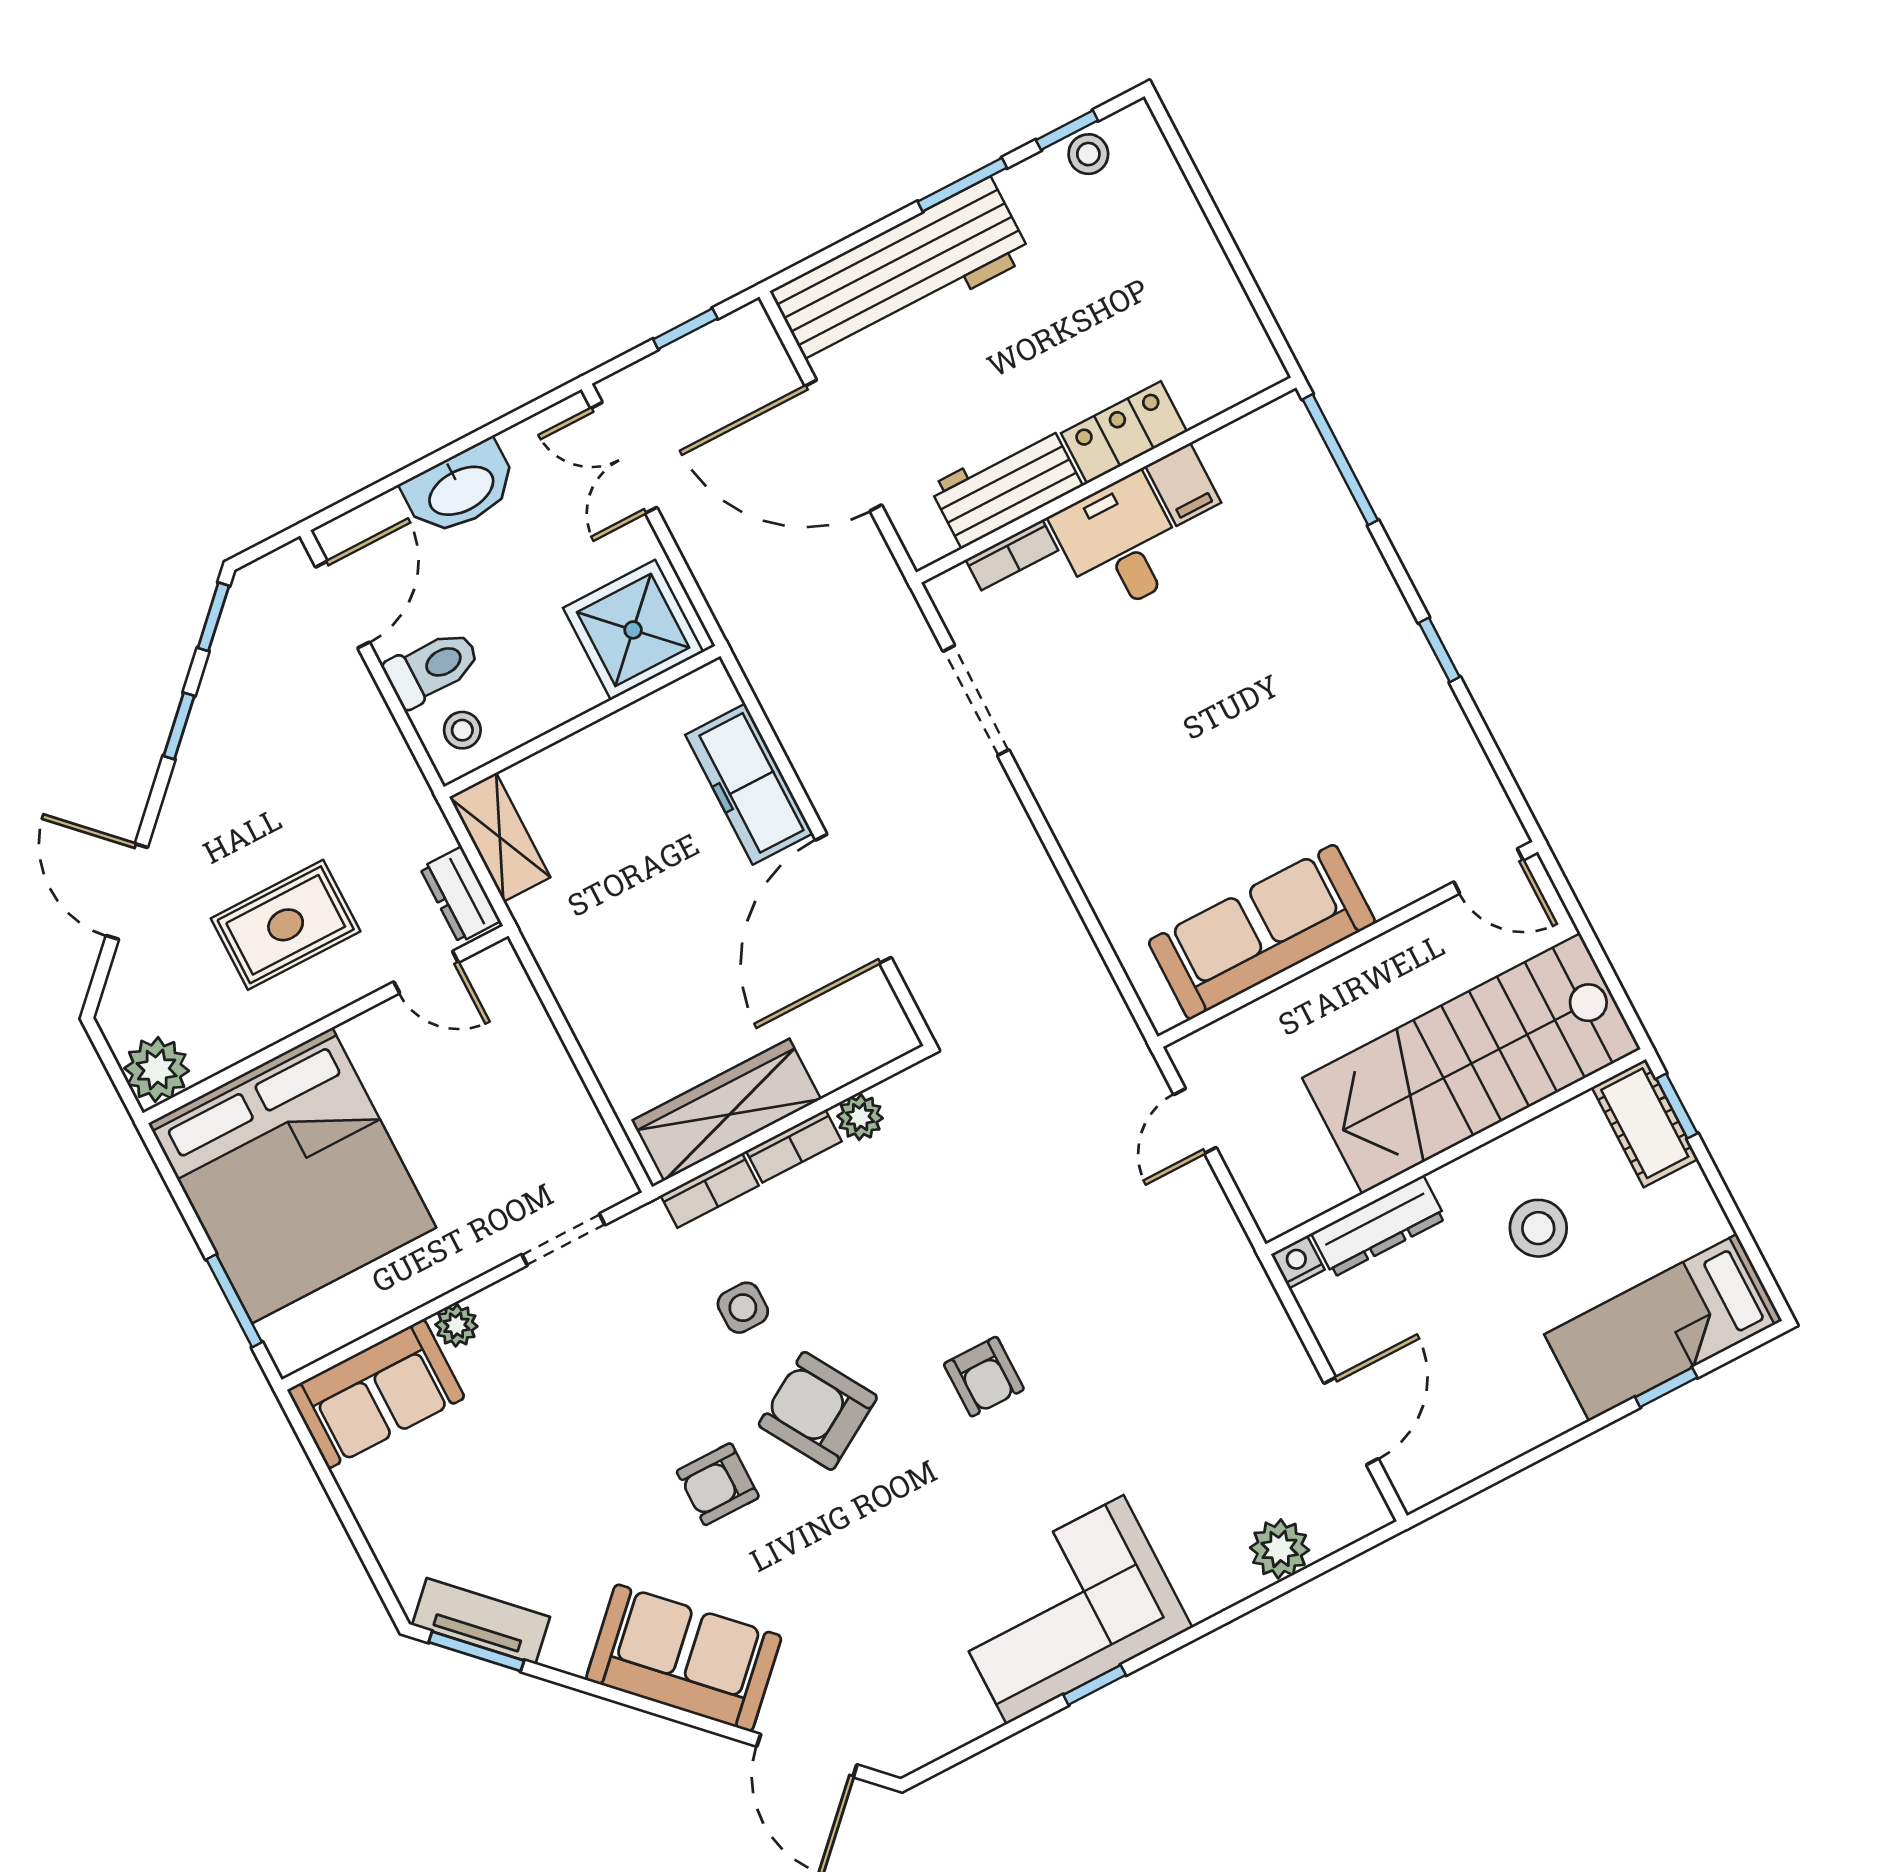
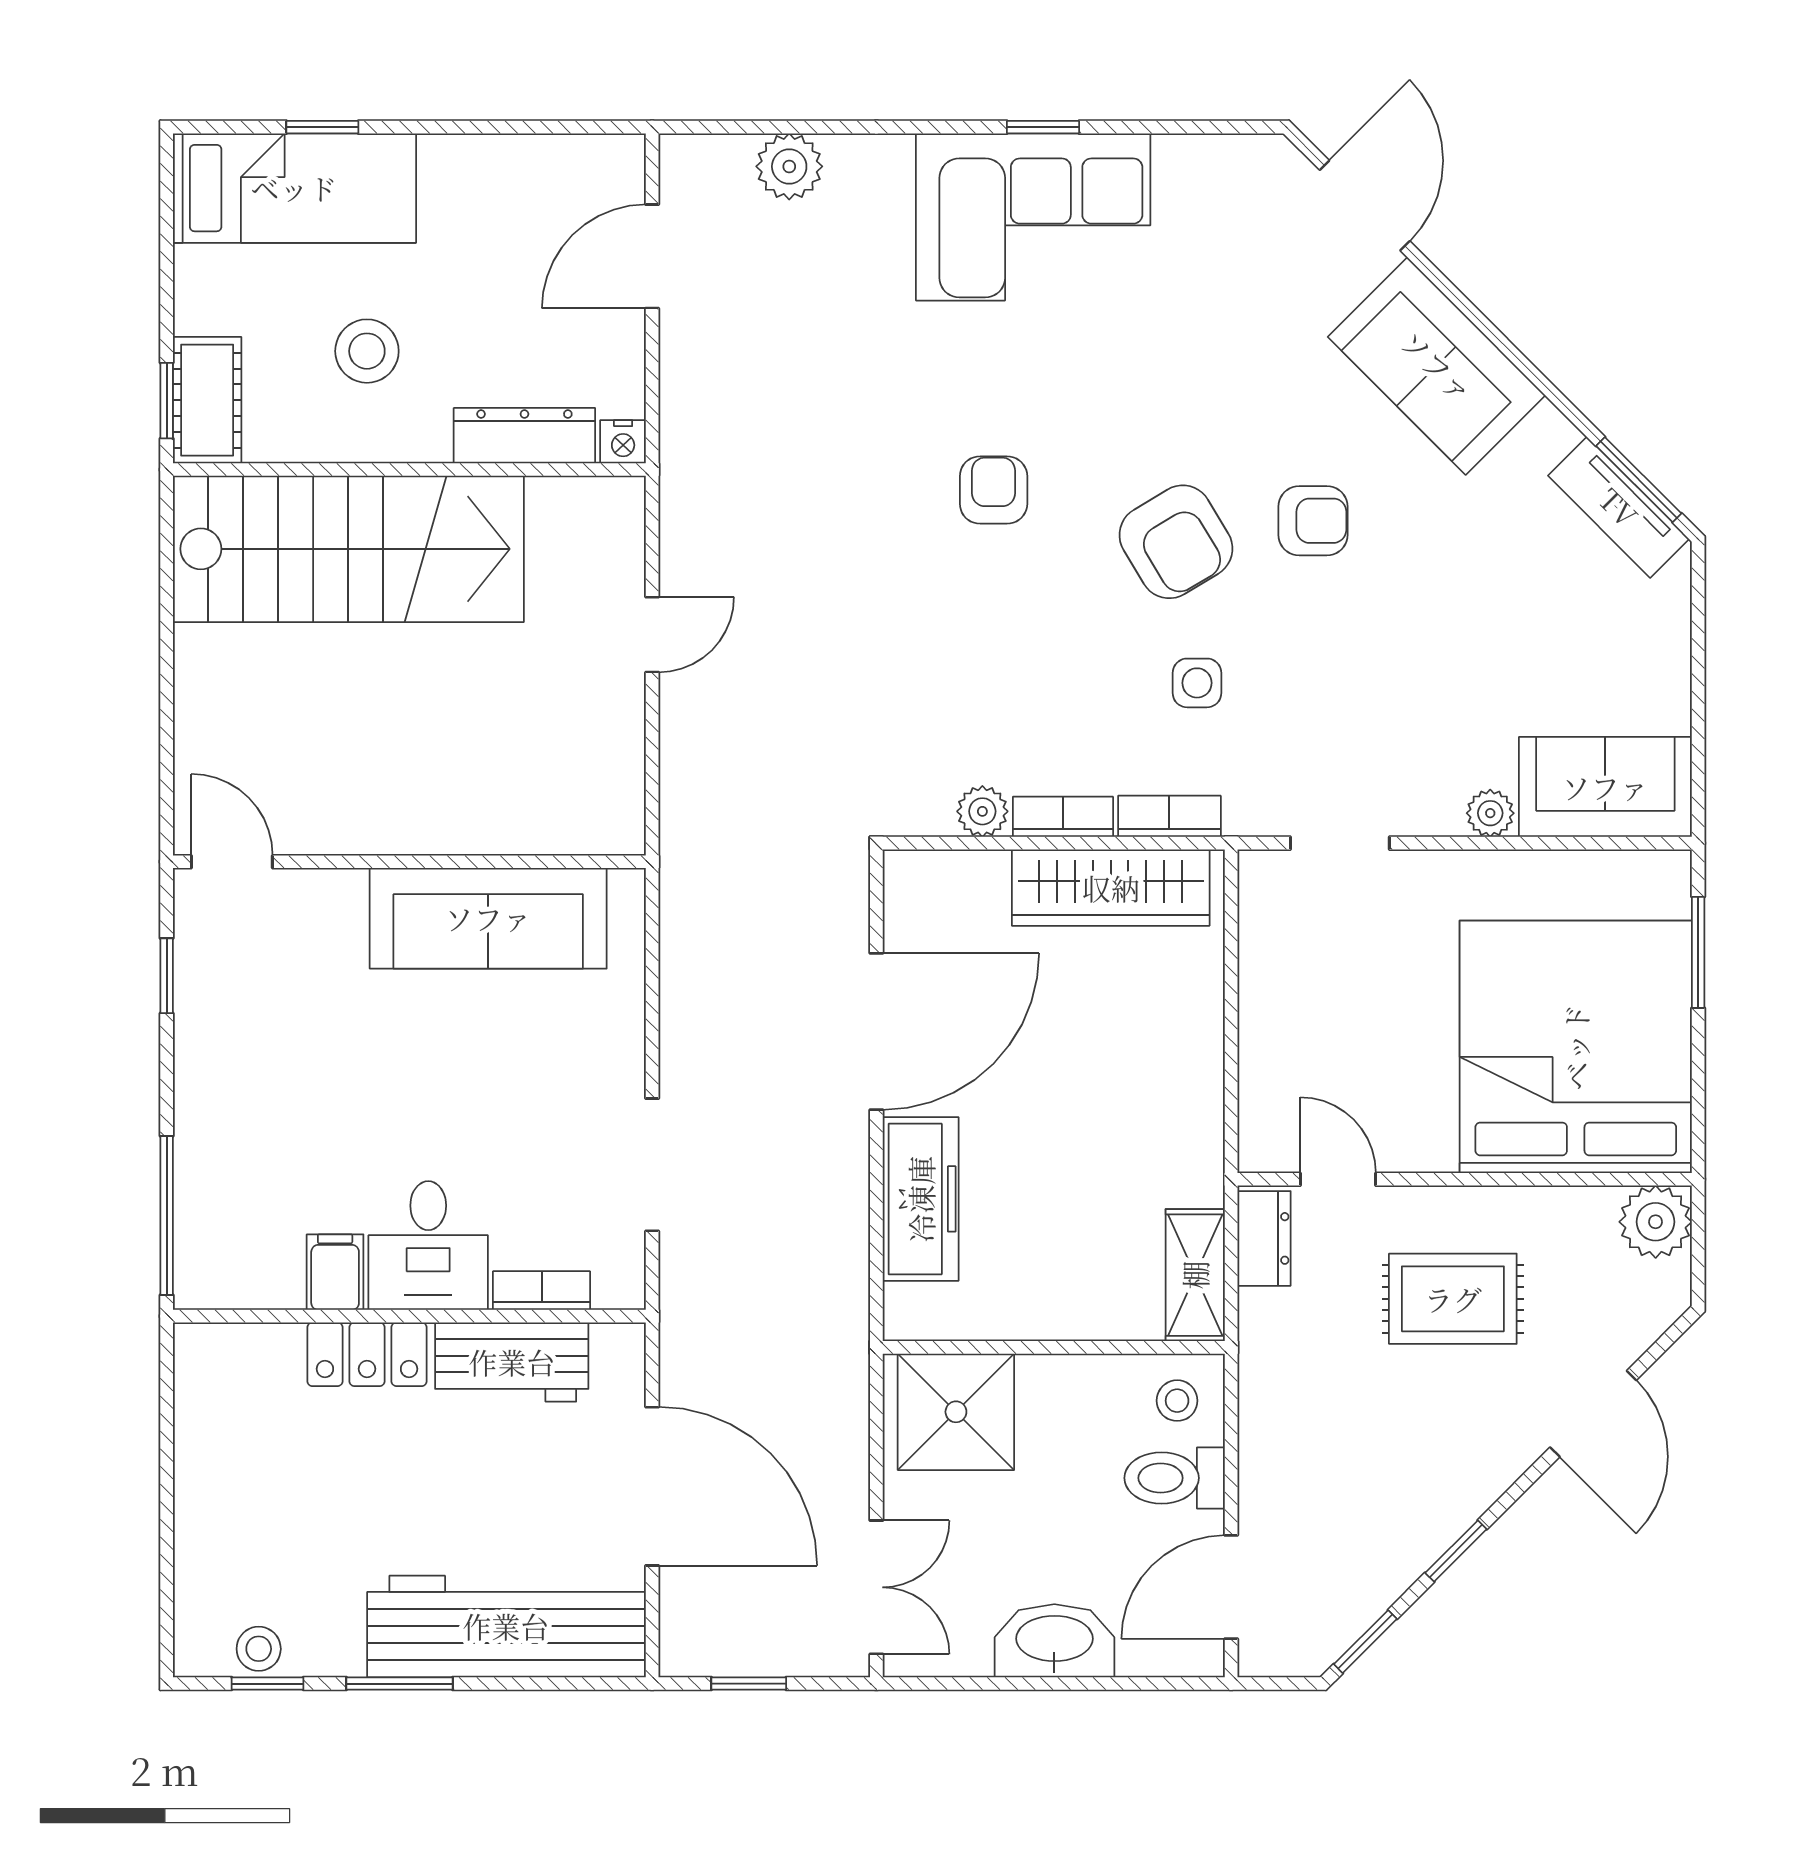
door: (1489, 871) -> (232, 862), moved
sofa: (1262, 932) -> (488, 918), moved
wall: (1348, 944) -> (409, 862), moved

